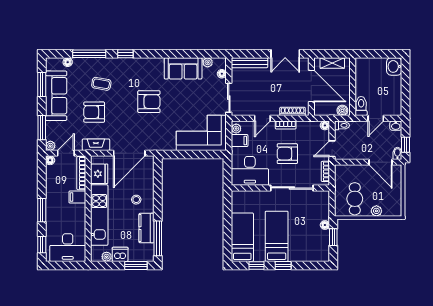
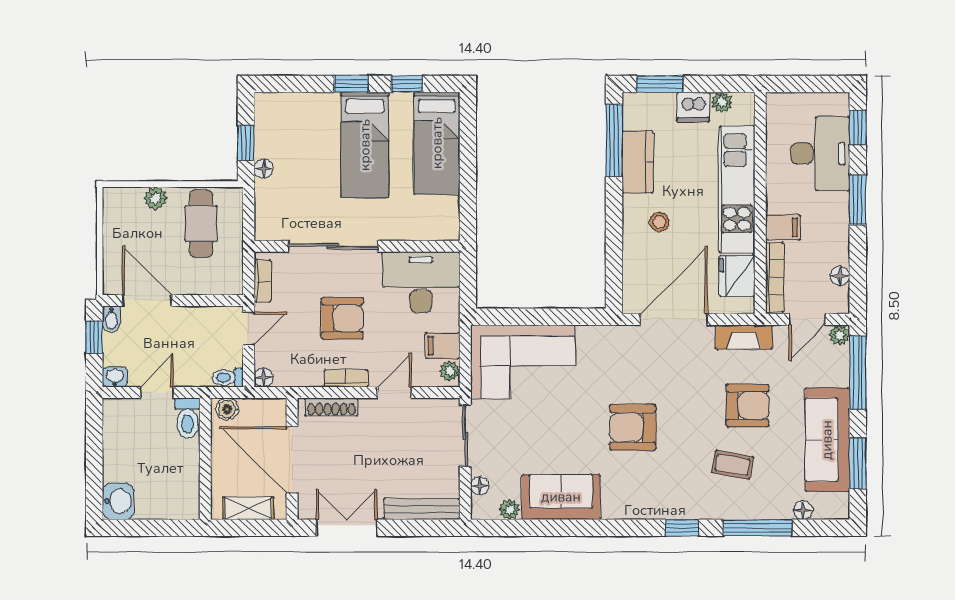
window: (42, 128) -> (858, 373), width x1.44
floor lamp: (50, 160) -> (840, 276), moved
desk: (68, 248) -> (820, 154), moved, turned 90

